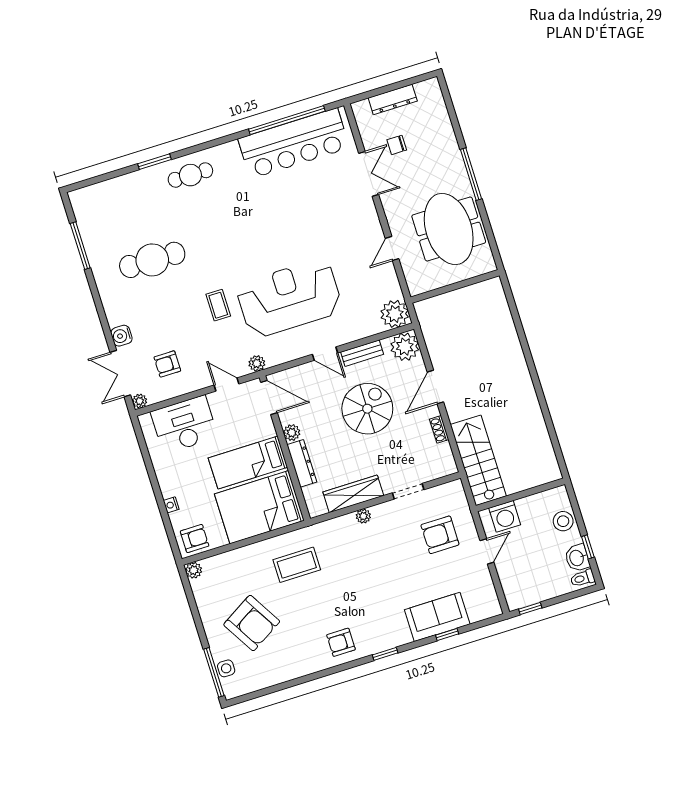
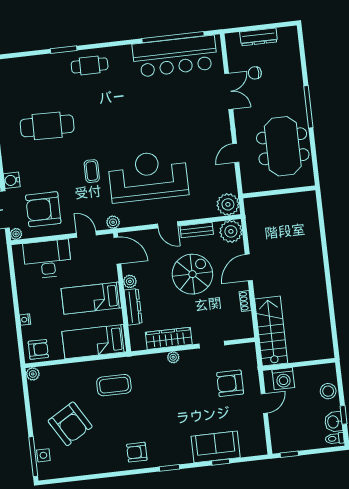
armchair: (167, 364) -> (43, 209), width x1.88, depth x1.88
bed: (259, 507) -> (94, 342), width x0.67

